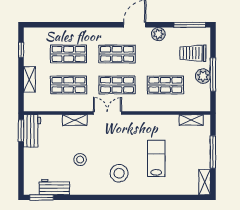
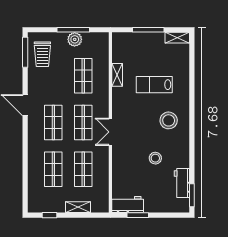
plant: (158, 34) -> (34, 83), removed
trolley: (193, 53) -> (42, 54), moved
shelving: (75, 120) -> (117, 163), removed
shelving: (191, 120) -> (117, 75), moved
window: (21, 131) -> (138, 215), moved

